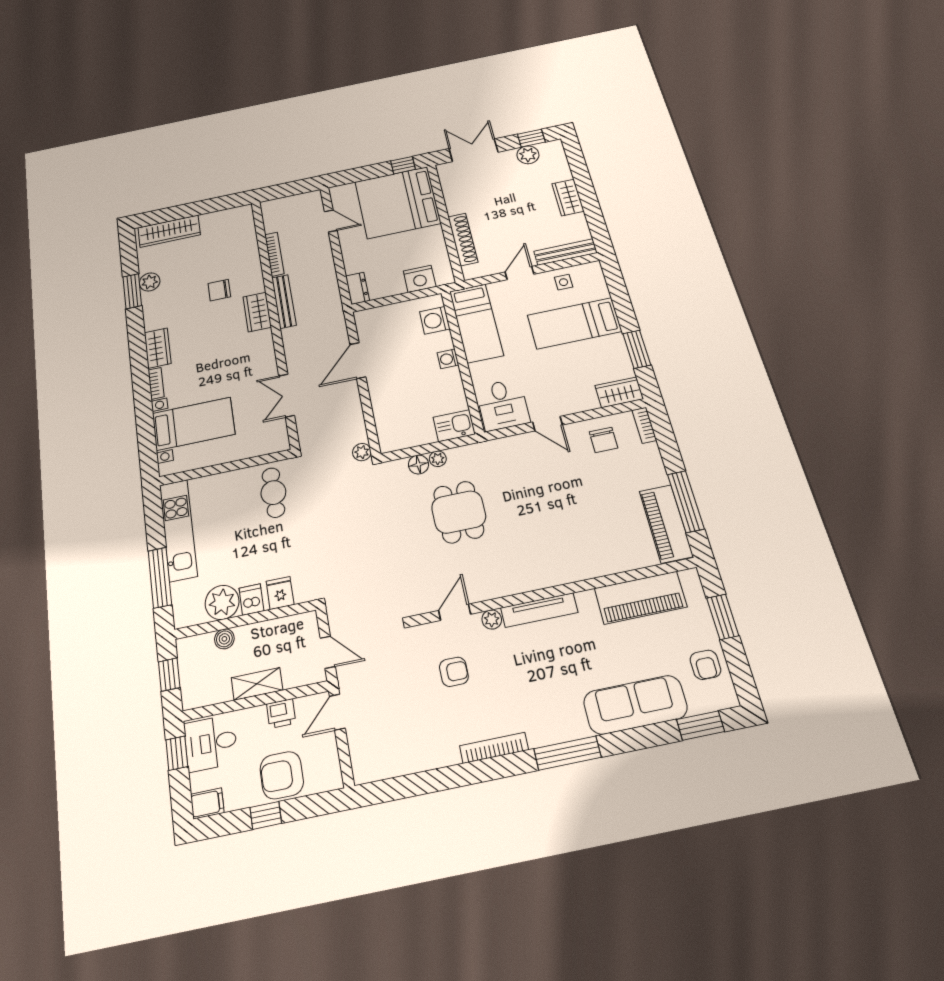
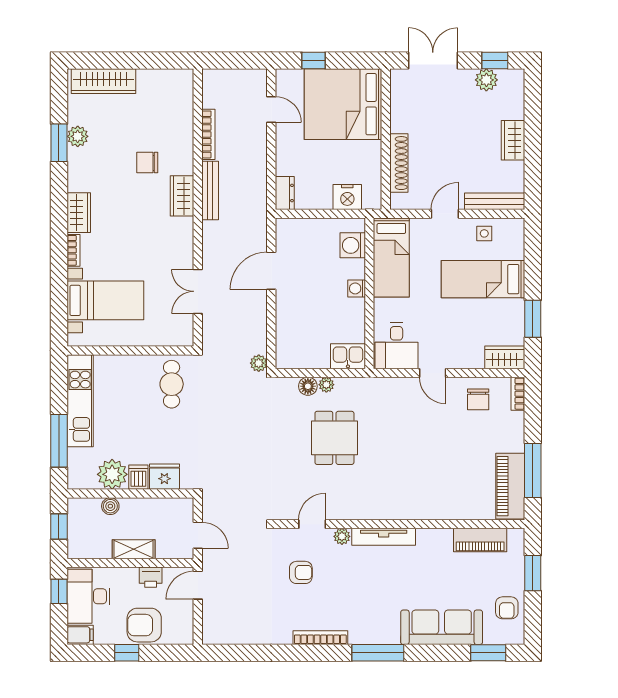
window: (403, 165) -> (314, 61), moved
fridge: (280, 593) -> (164, 477), width x1.38
piano: (641, 598) -> (480, 540), width x0.73, depth x0.75
desk: (211, 743) -> (88, 596), width x1.37

